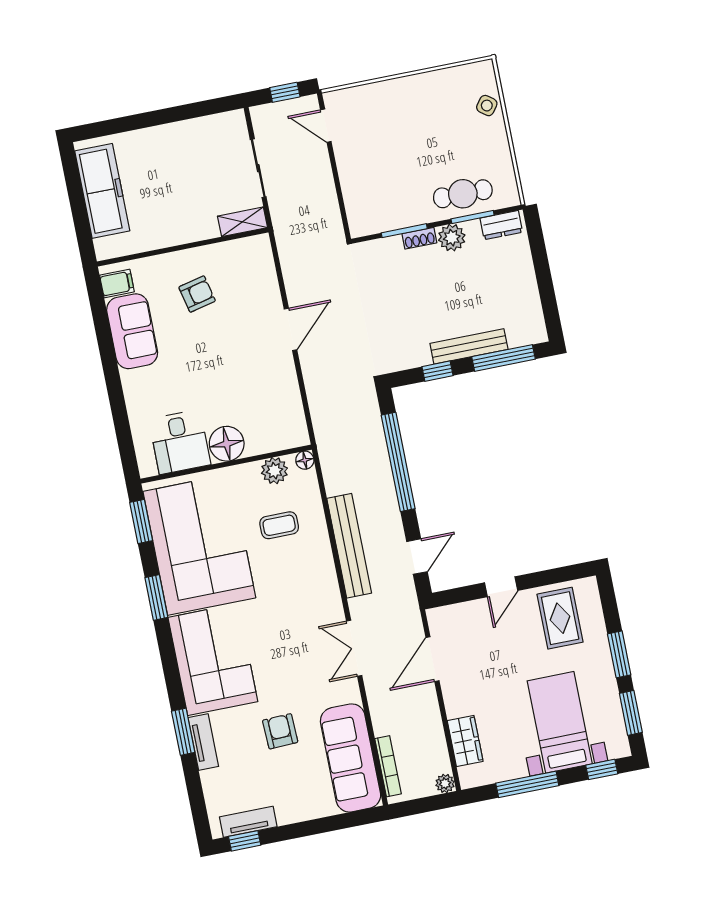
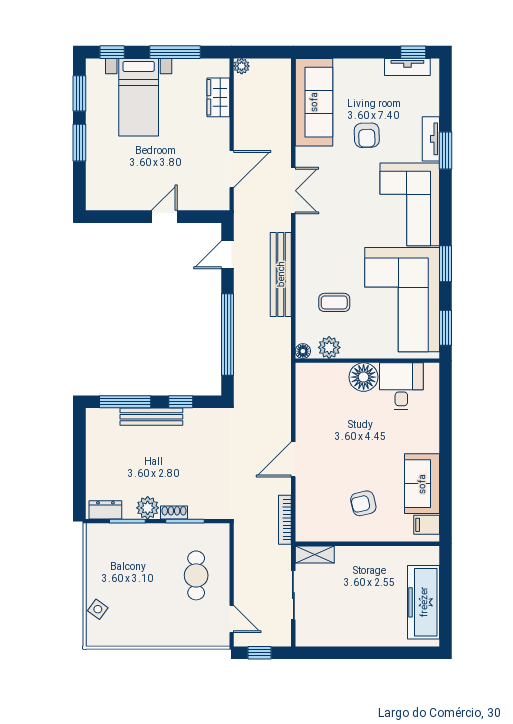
cafe table: (463, 194) -> (196, 575), moved, turned 90
rug: (560, 618) -> (121, 182), removed
bookcase: (388, 766) -> (285, 520), moved

